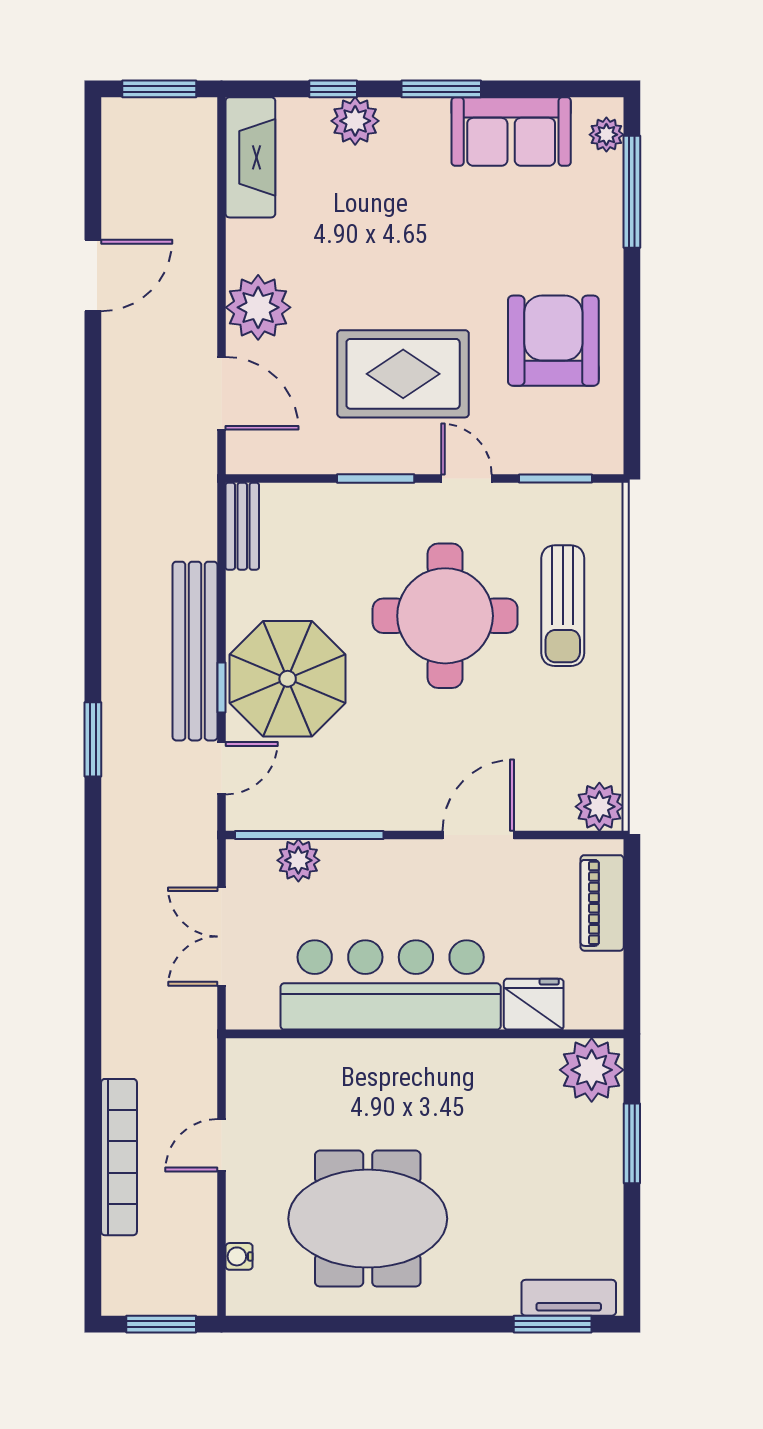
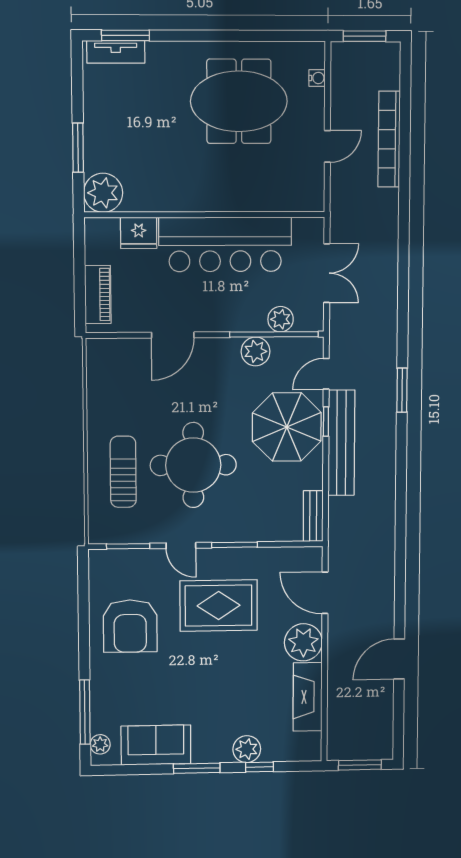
fireplace: (250, 157) -> (308, 697), moved
plant: (599, 807) -> (255, 351), moved

